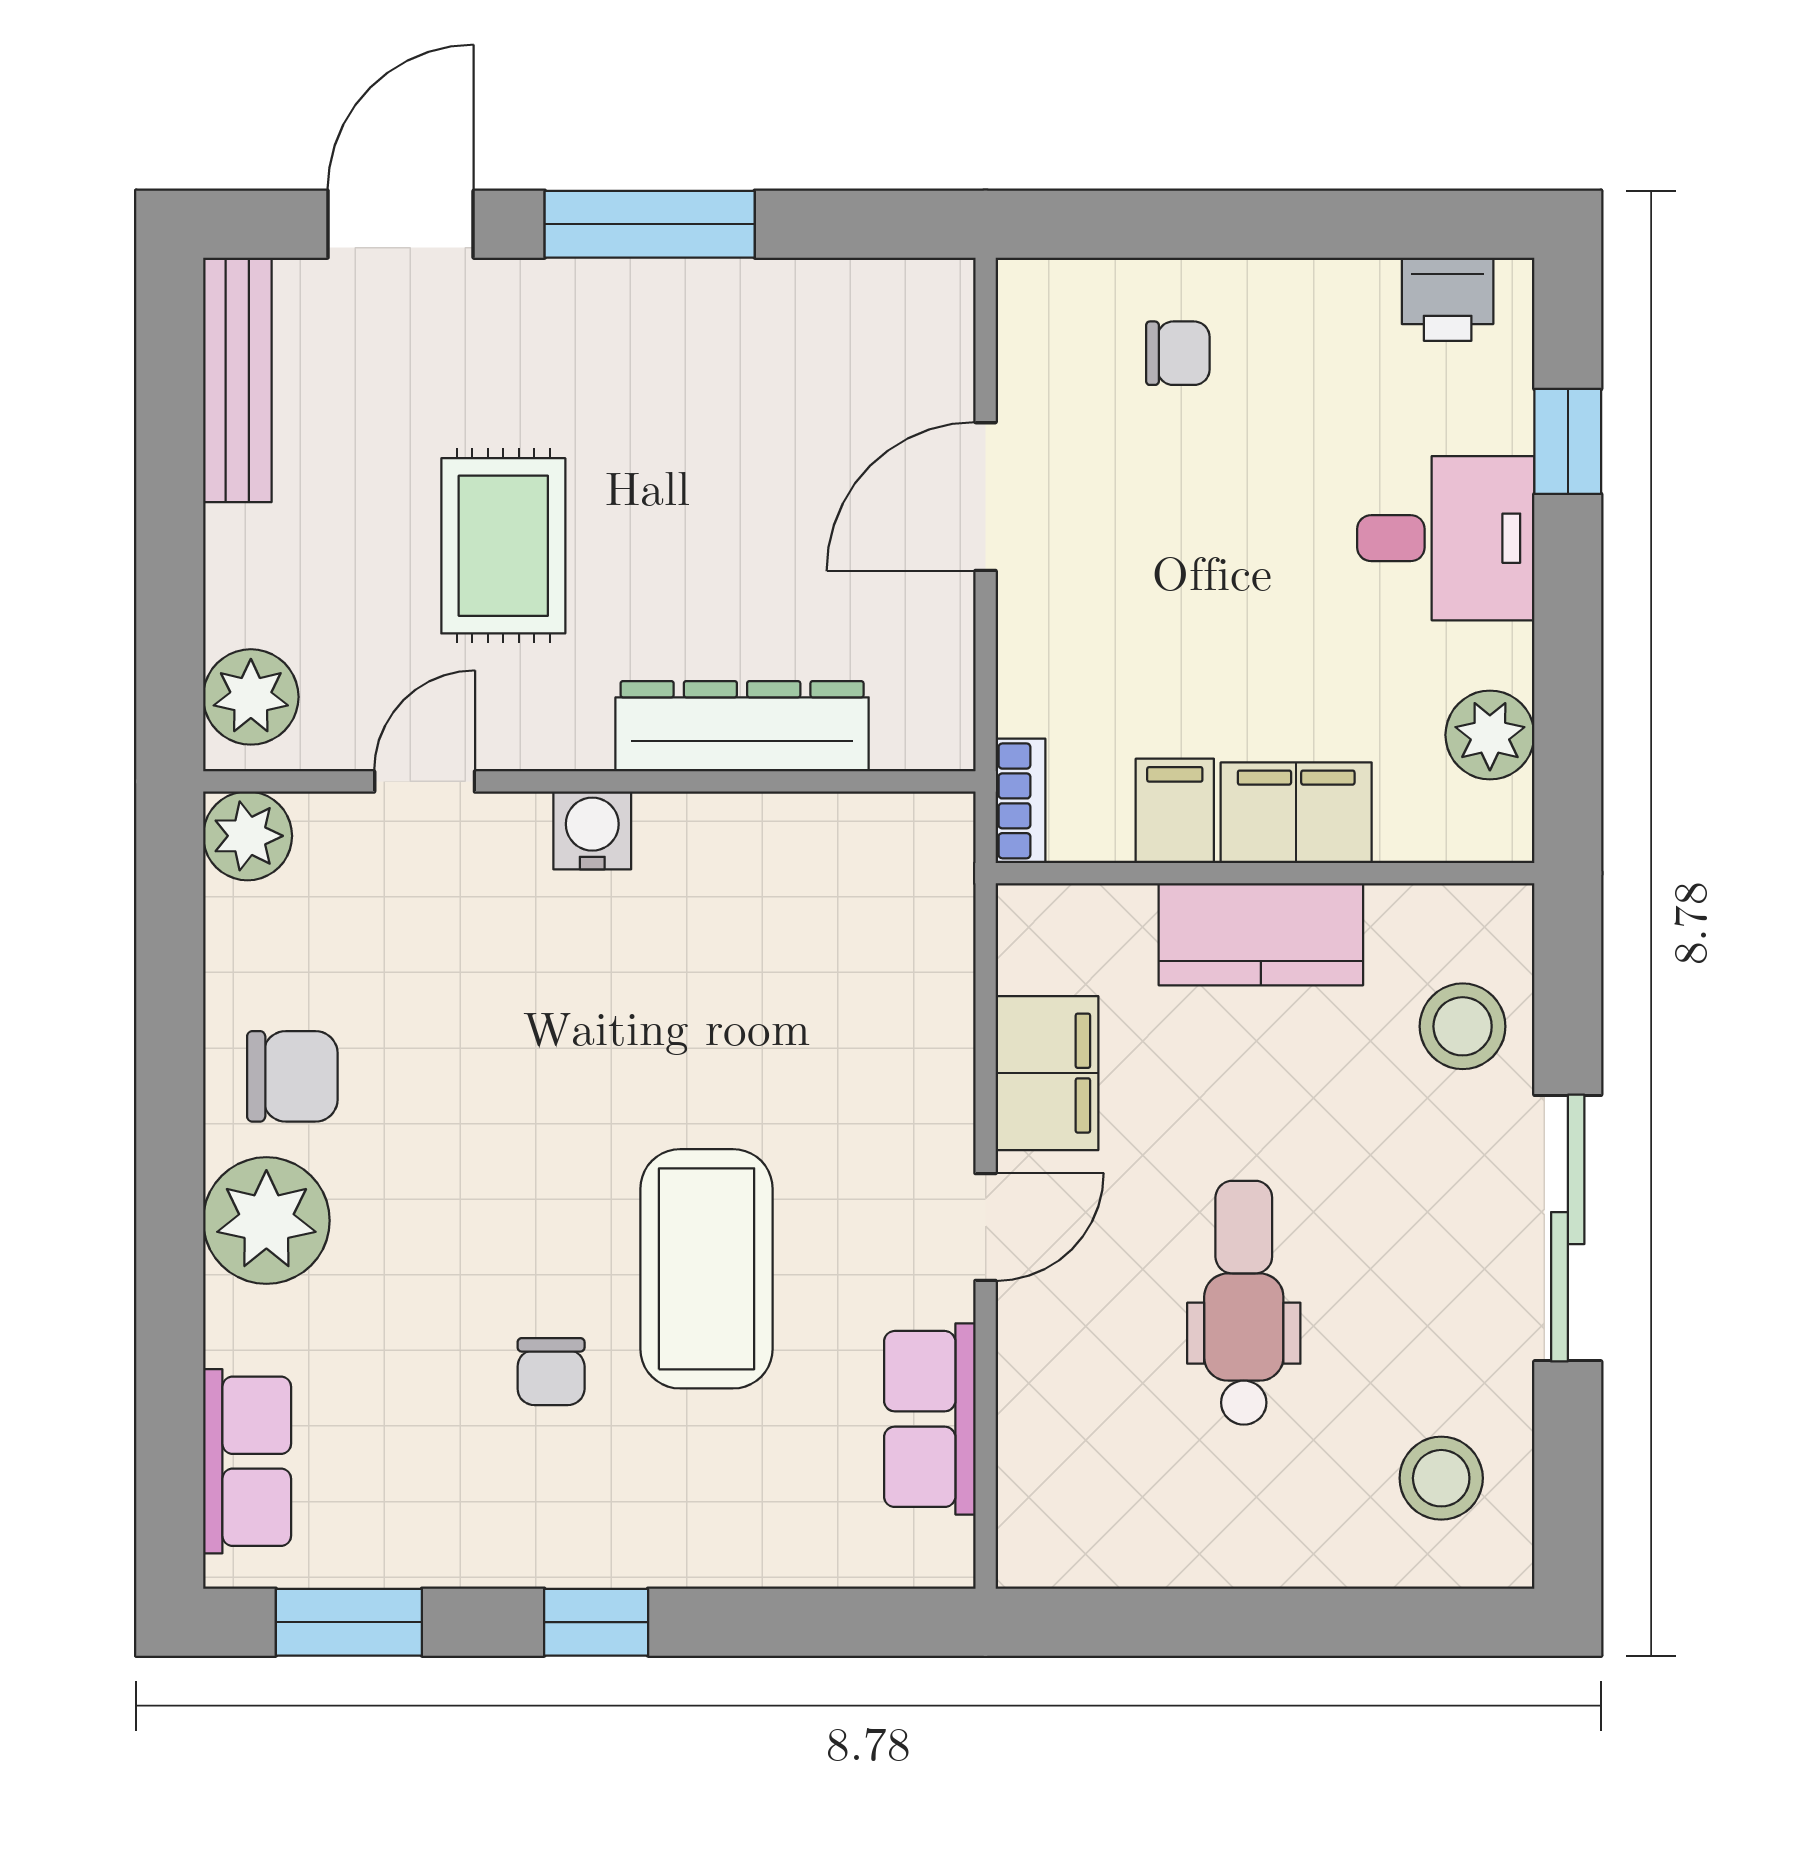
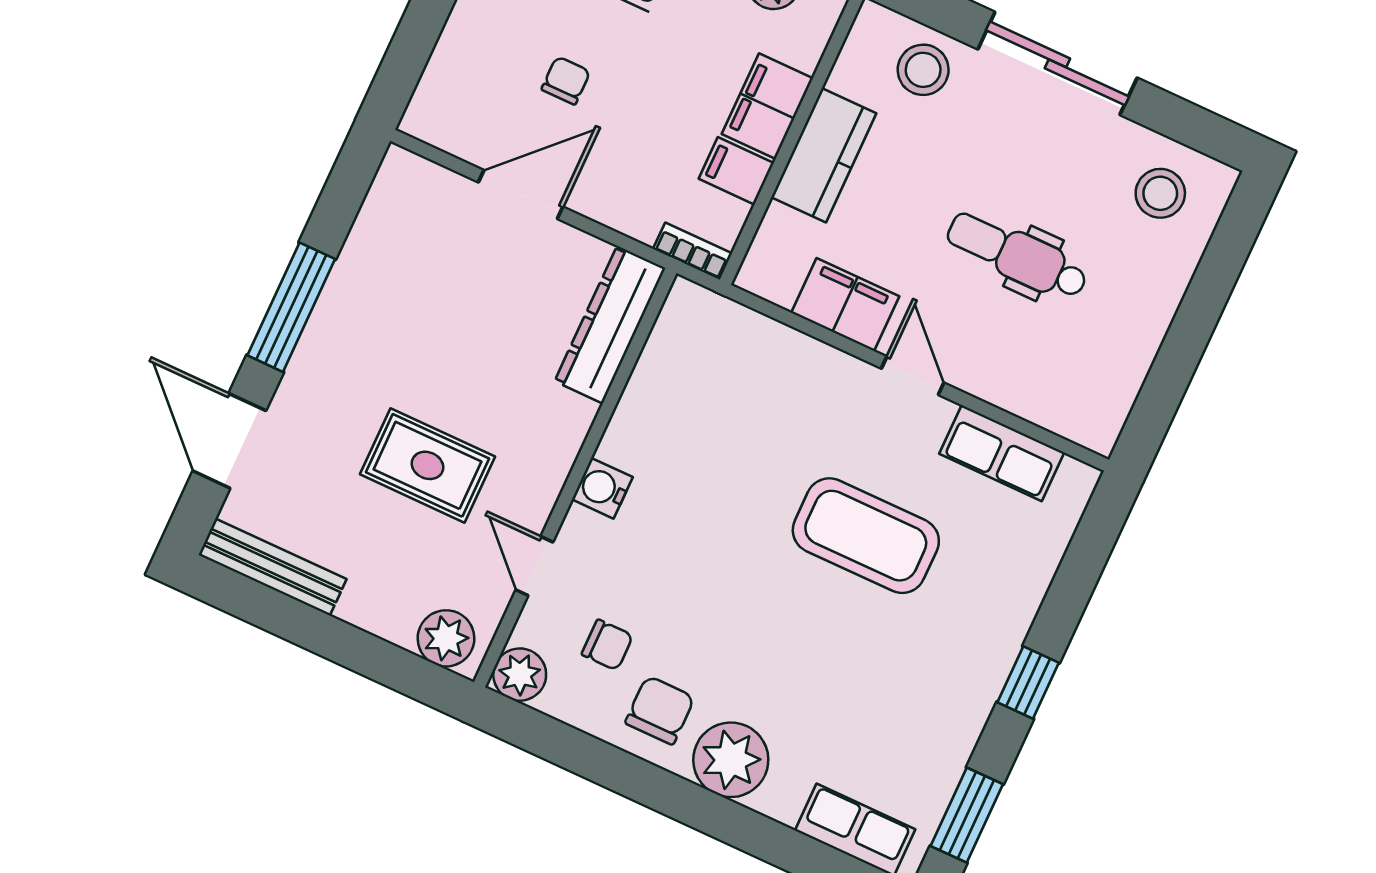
chair: (1178, 353) -> (566, 81), moved
door: (986, 497) -> (521, 194), swing flipped
dresser: (742, 726) -> (610, 325), moved
chair: (551, 1372) -> (607, 645), moved

